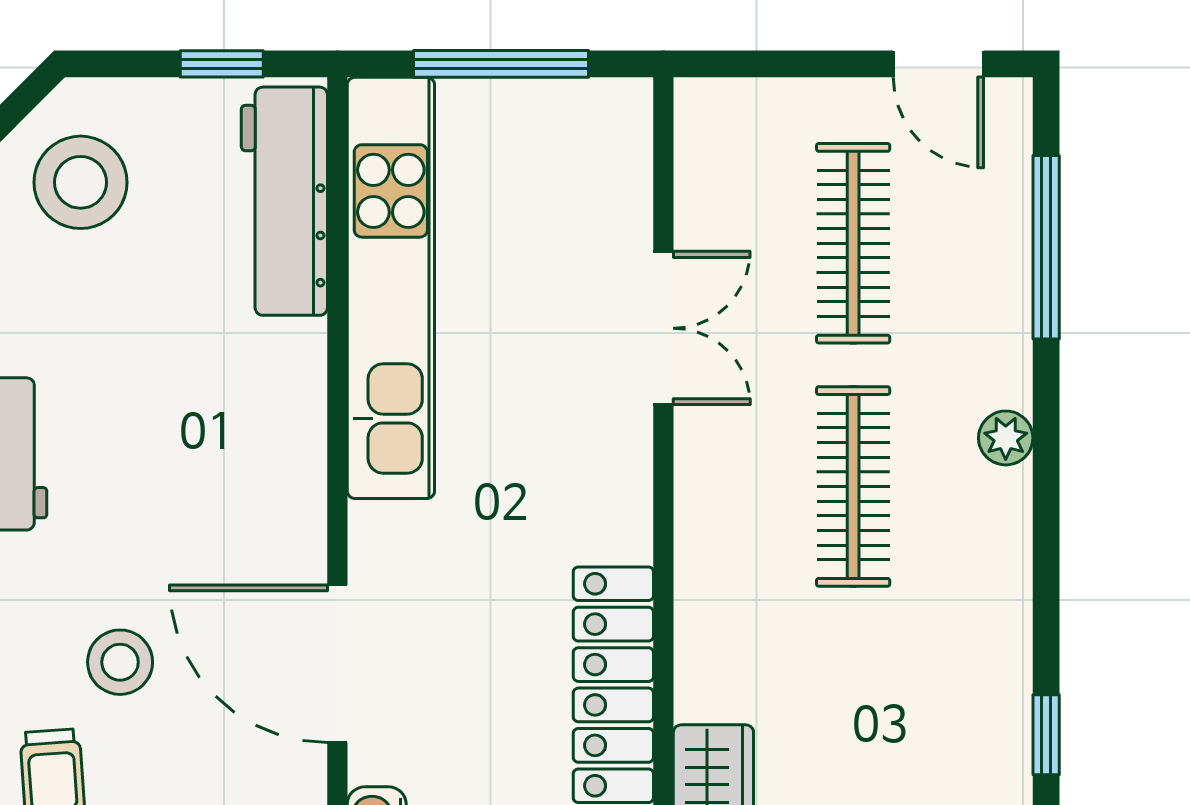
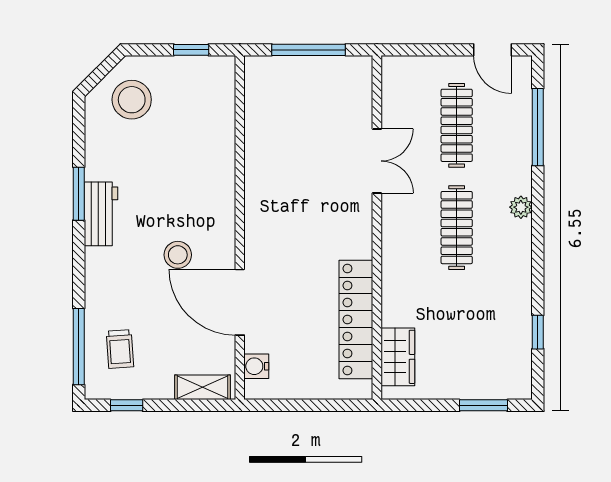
workbench: (284, 201) -> (217, 108), removed
kitchen unit: (391, 288) -> (262, 144), removed
stool: (120, 662) -> (178, 255), moved

